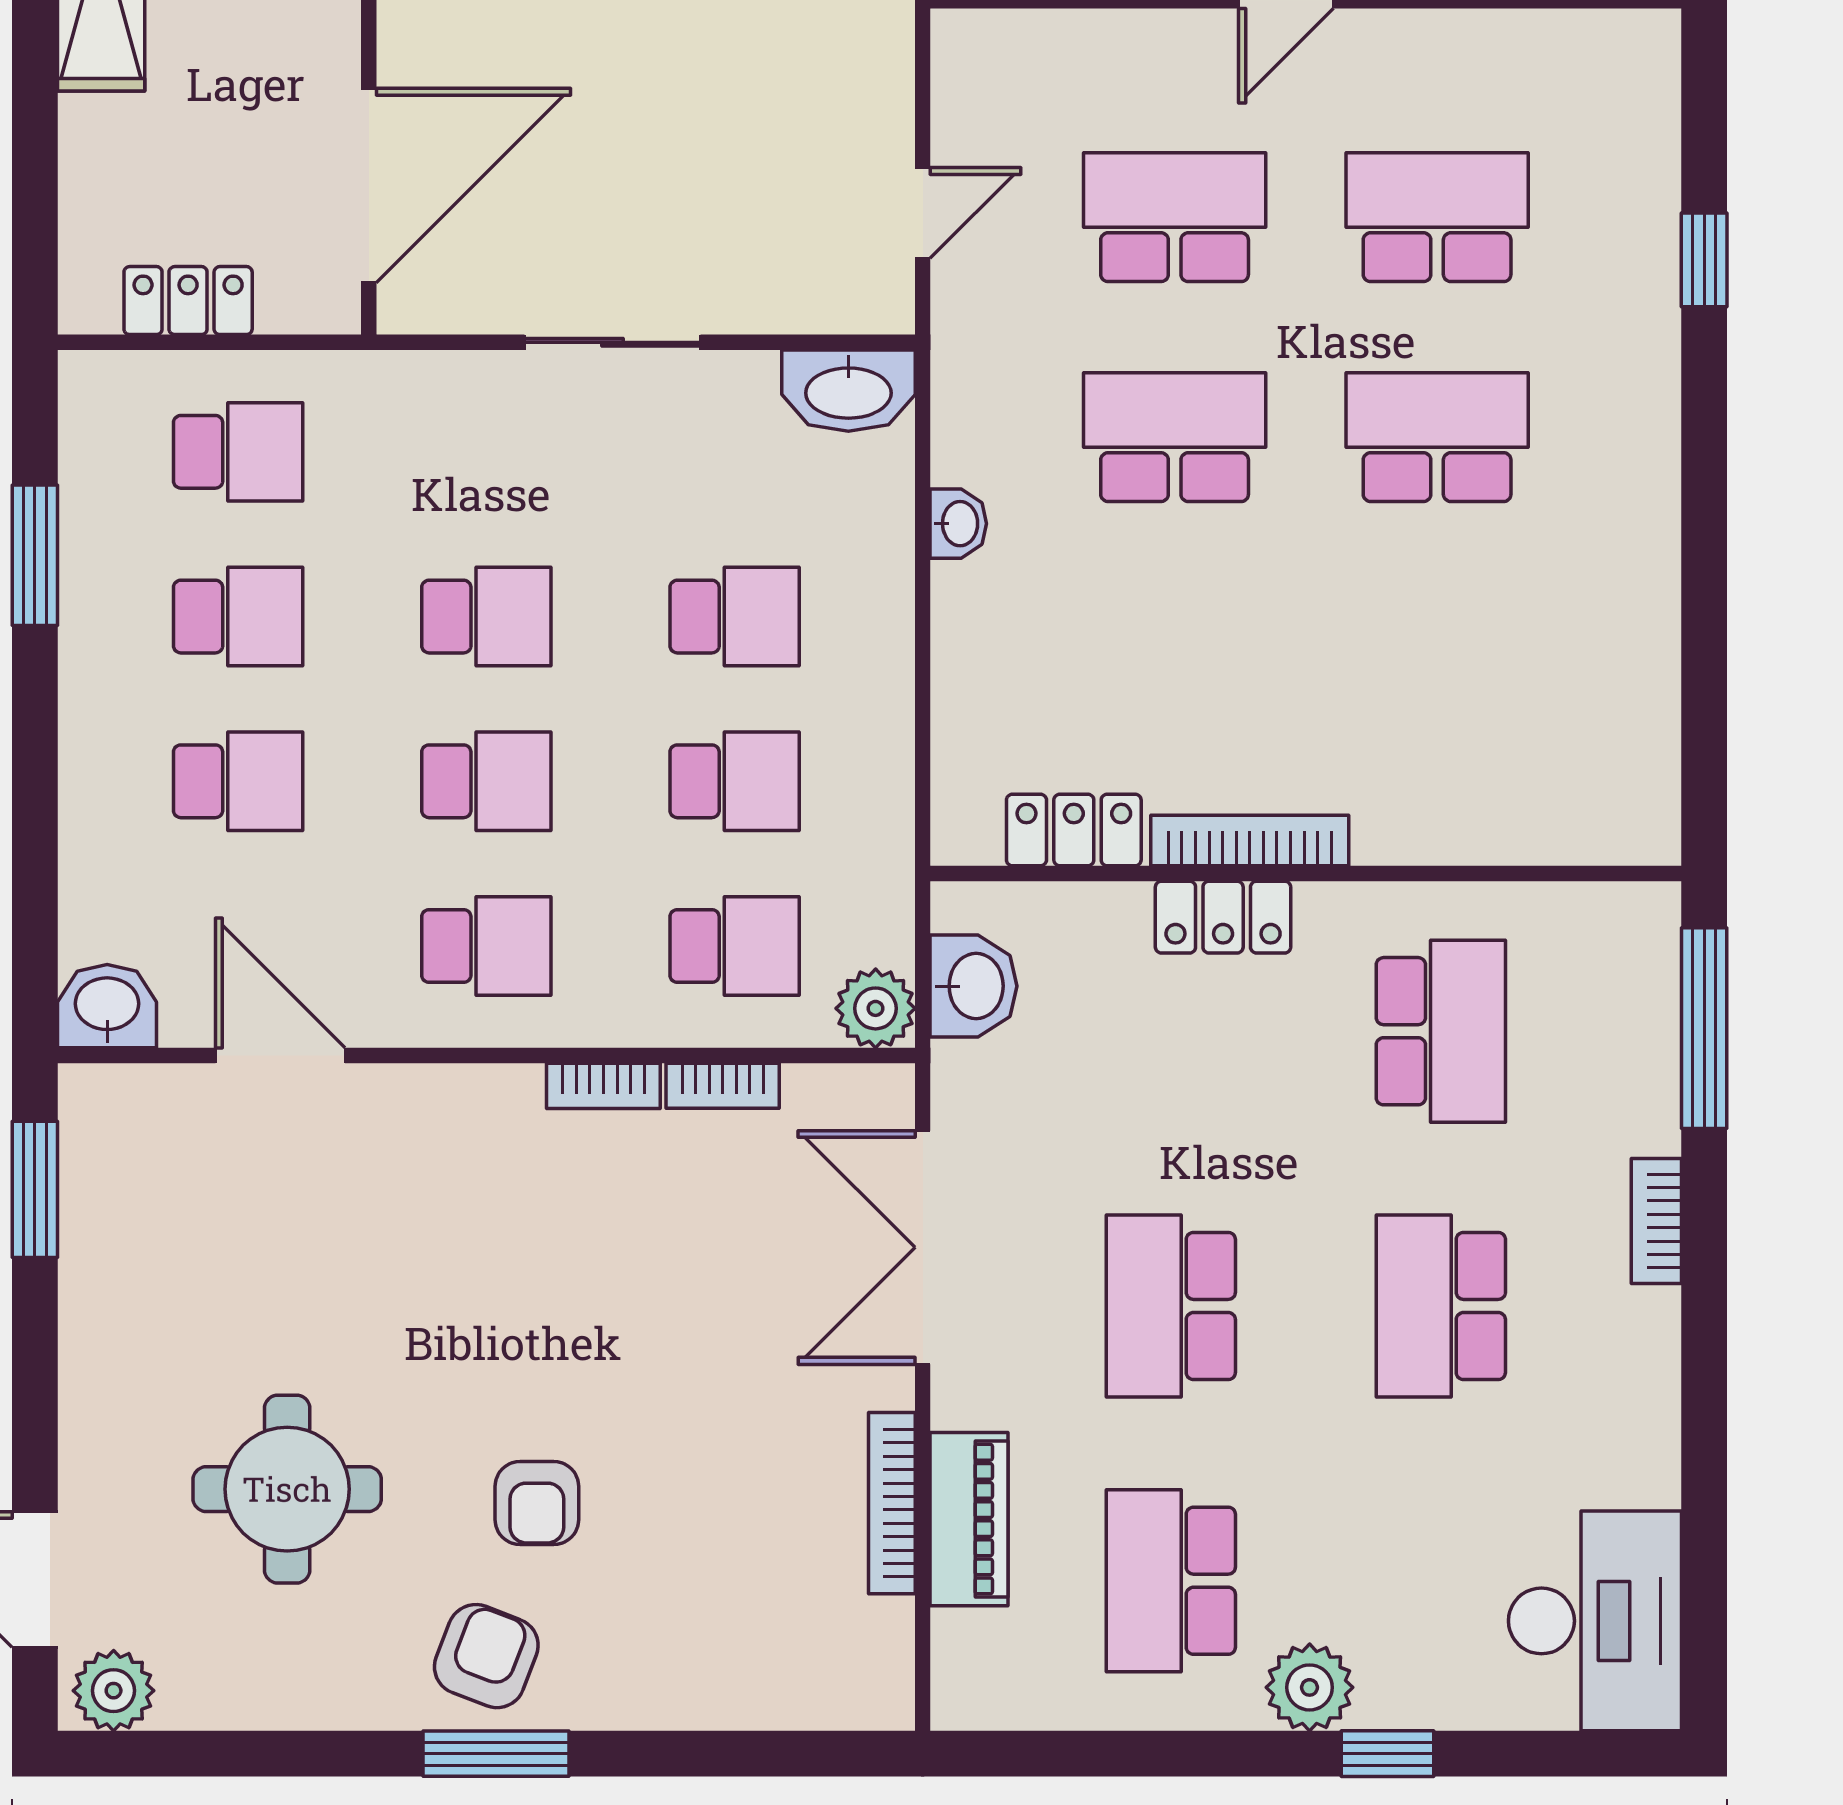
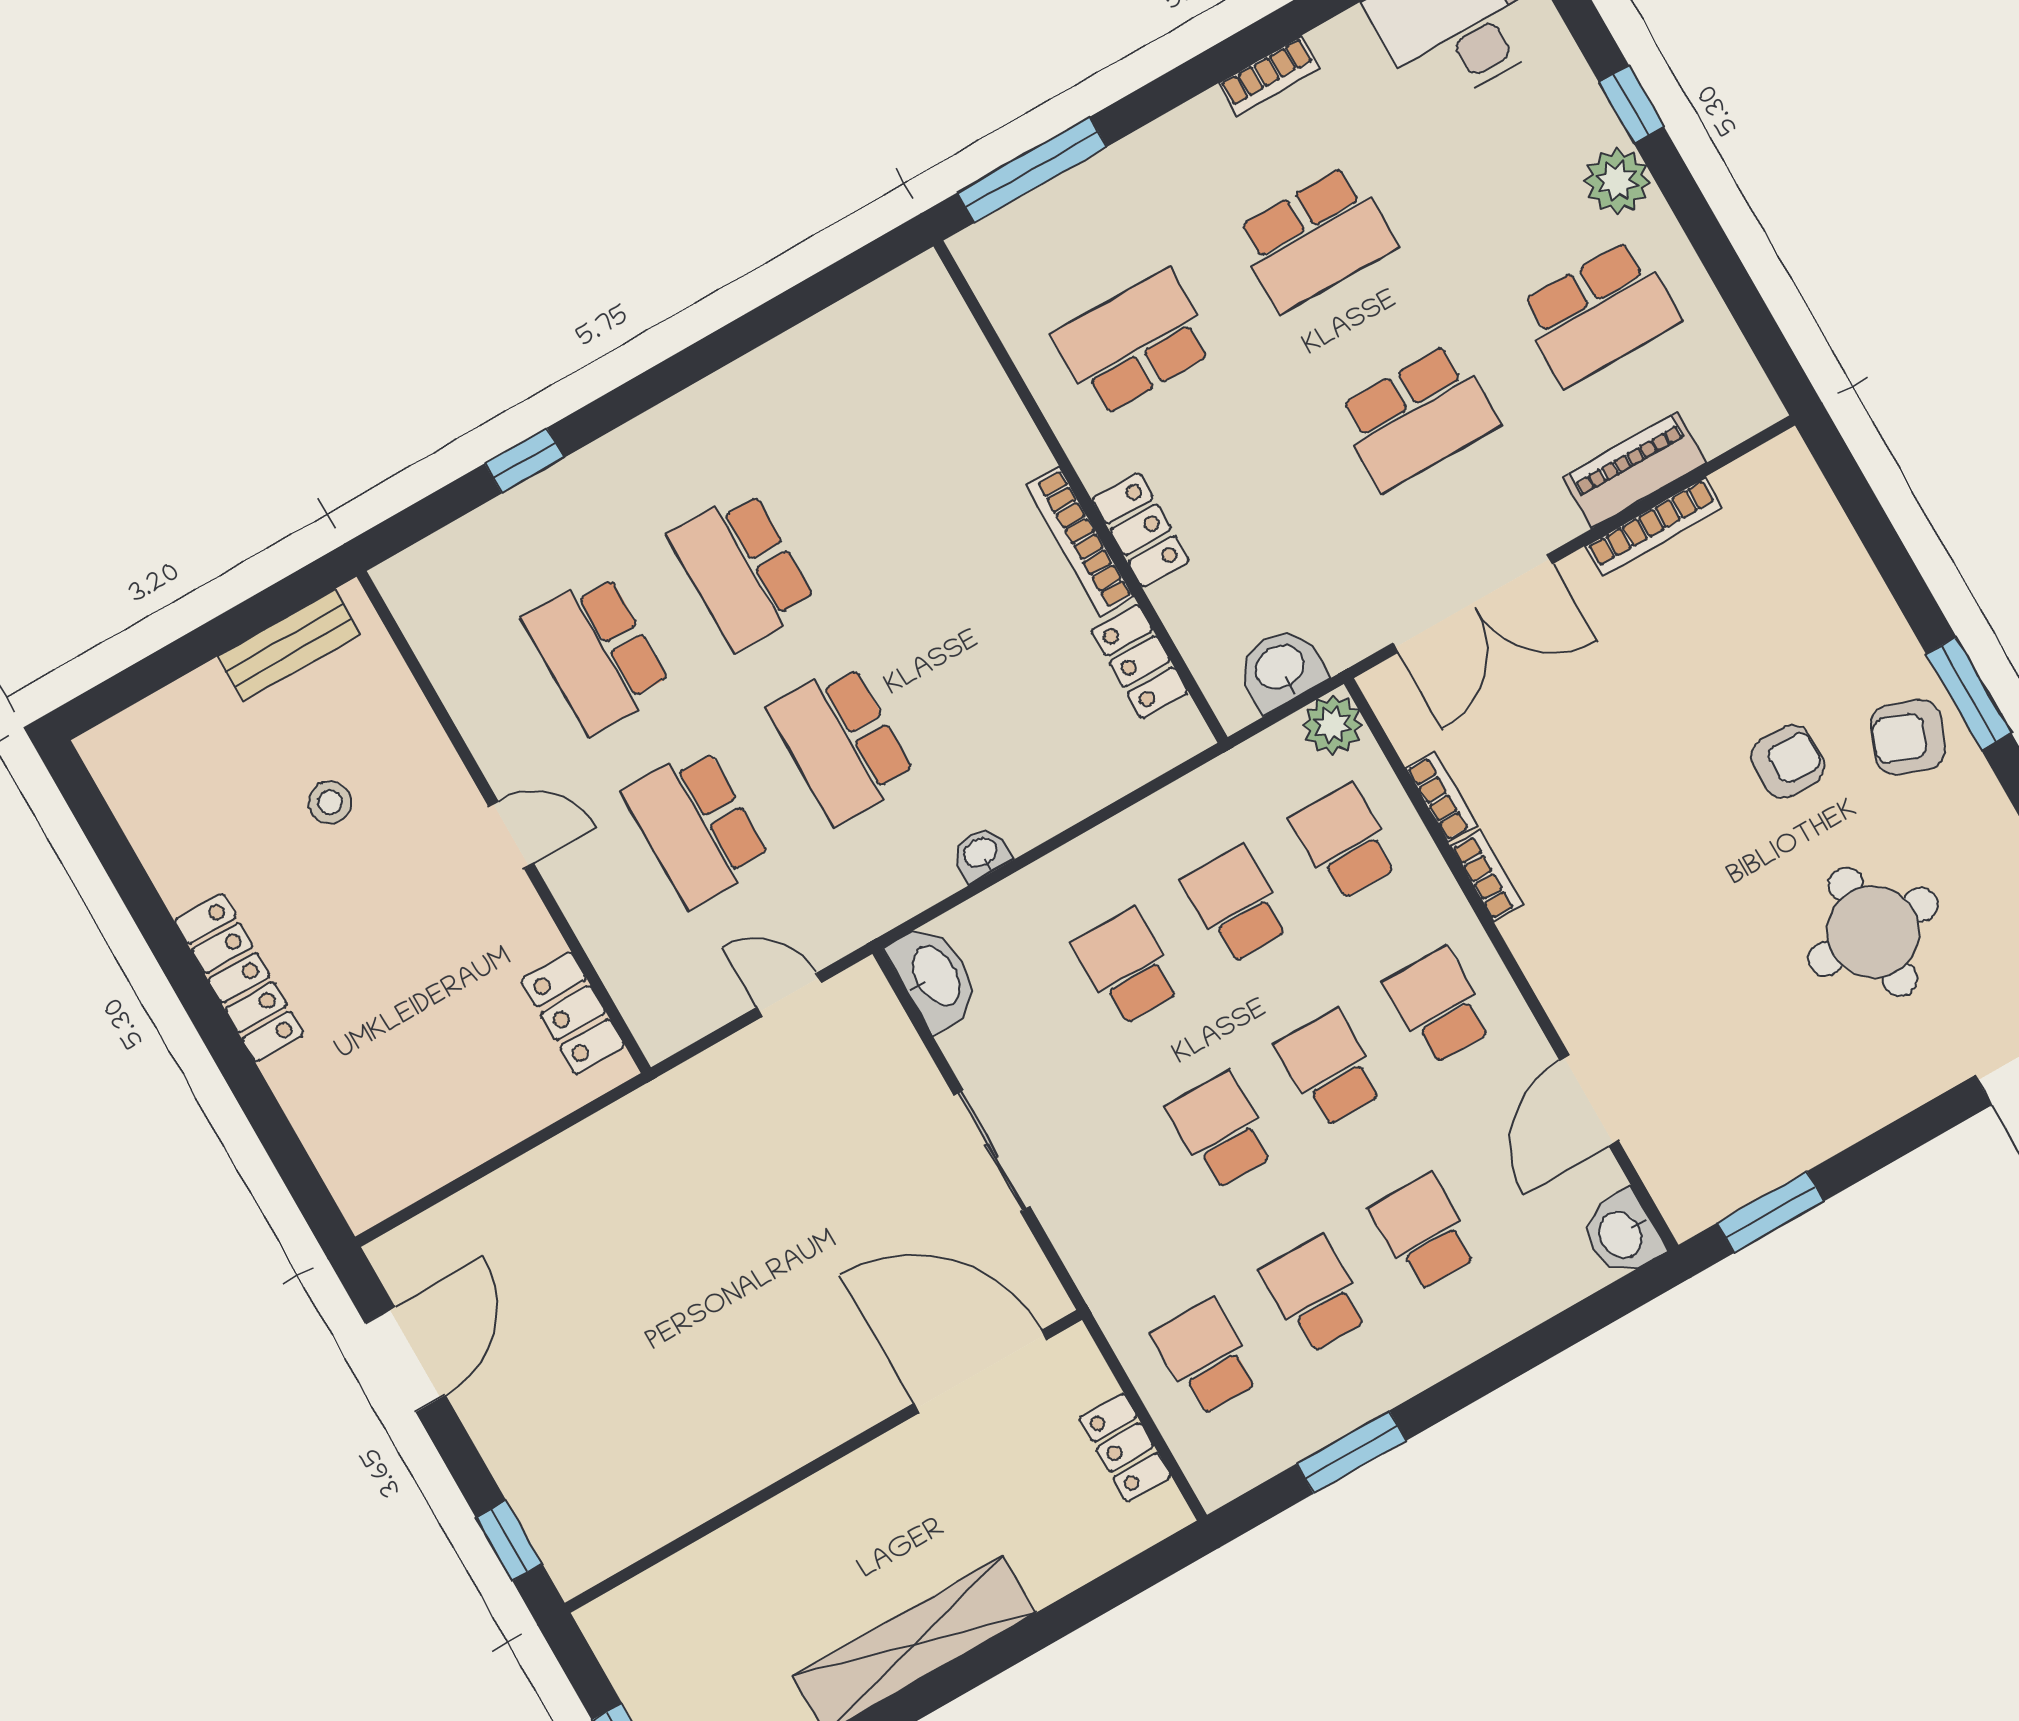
bookcase: (1656, 1221) -> (1269, 76), moved

